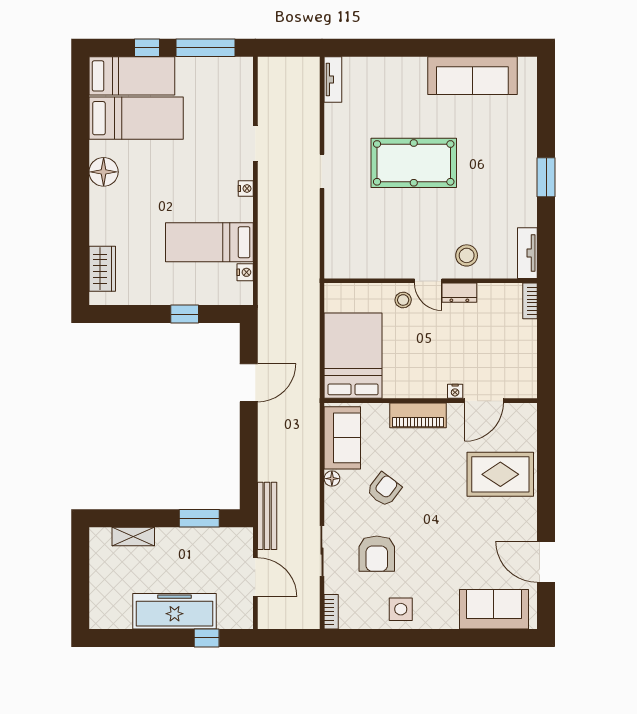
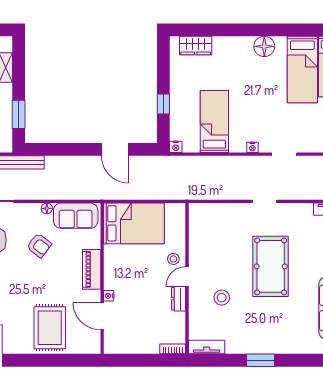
stool: (467, 255) -> (222, 298), moved
nightstand: (245, 272) -> (176, 147), moved

